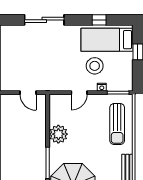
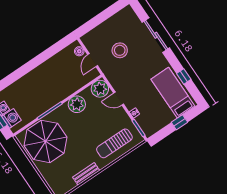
stool: (95, 66) -> (120, 50), moved
boiler: (12, 99) -> (79, 51), added
plant: (59, 104) -> (100, 89), added

